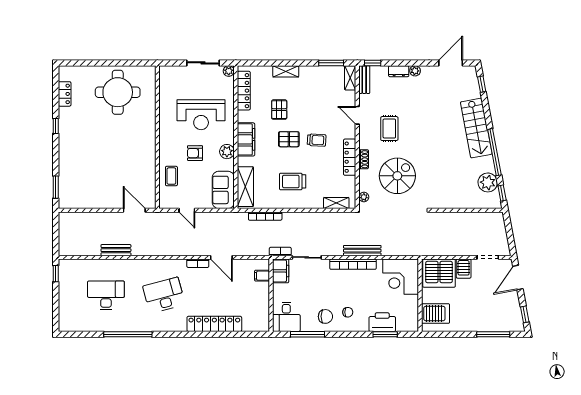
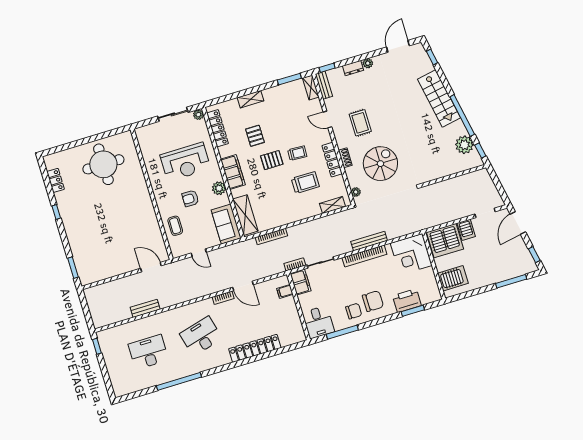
trolley: (293, 181) -> (305, 183), moved, turned 180
chair: (348, 312) -> (373, 301), width x1.87, depth x1.87

